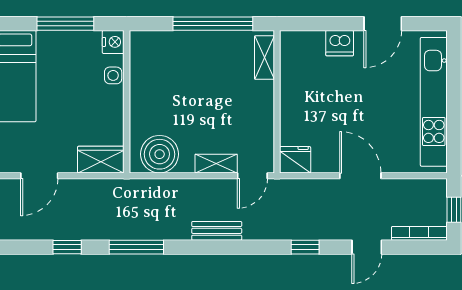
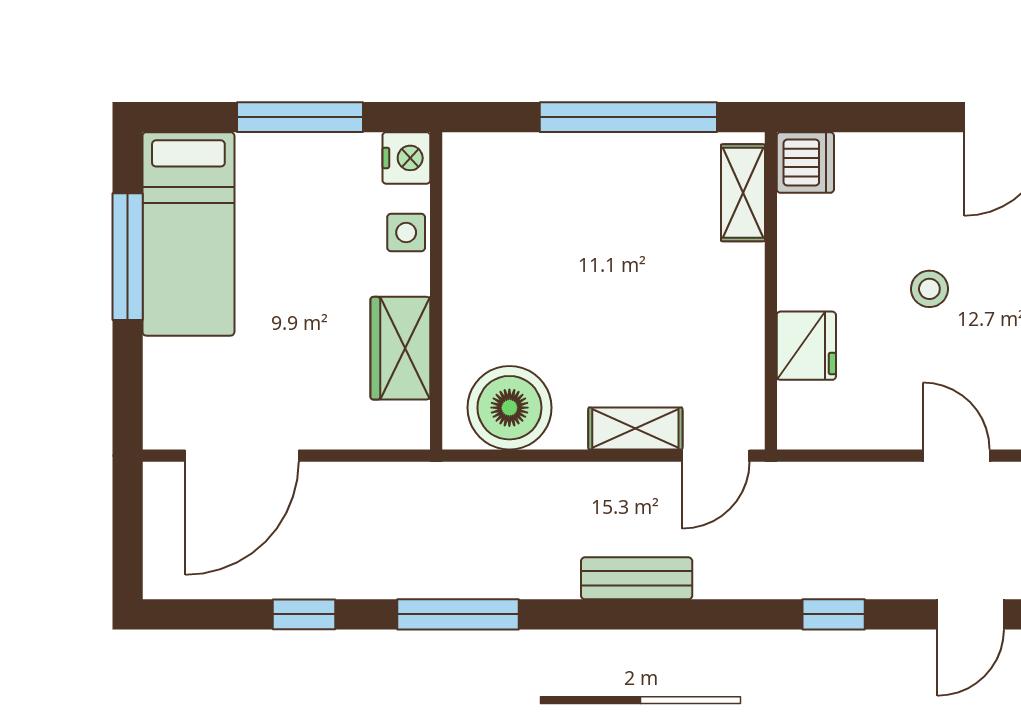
dishwasher: (340, 43) -> (805, 163), moved, turned -90
stool: (348, 101) -> (929, 289), added
wardrobe: (101, 160) -> (400, 348), moved, turned -90
fridge: (295, 160) -> (806, 346), moved, turned 90
door: (39, 176) -> (242, 456), width x1.36
door: (360, 176) -> (956, 456), width x0.73

